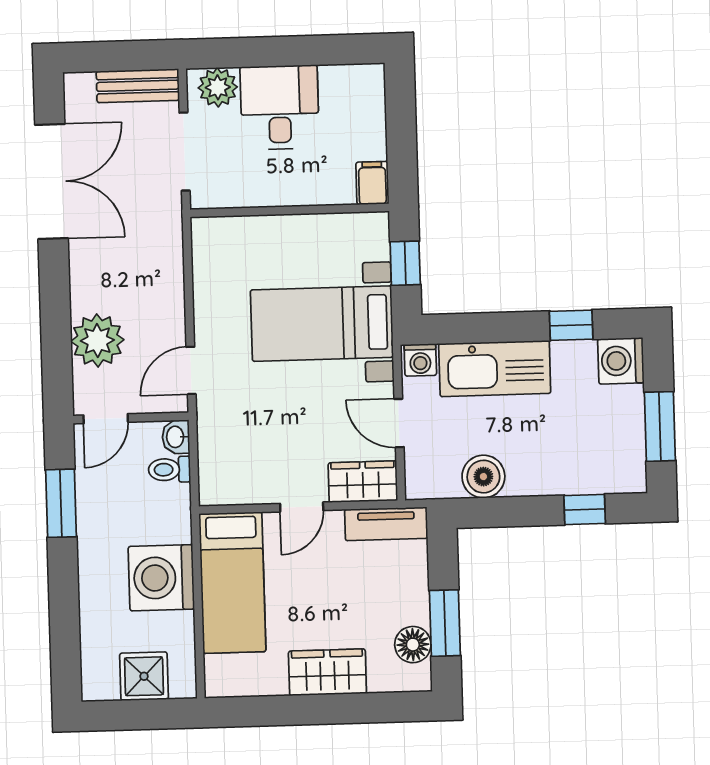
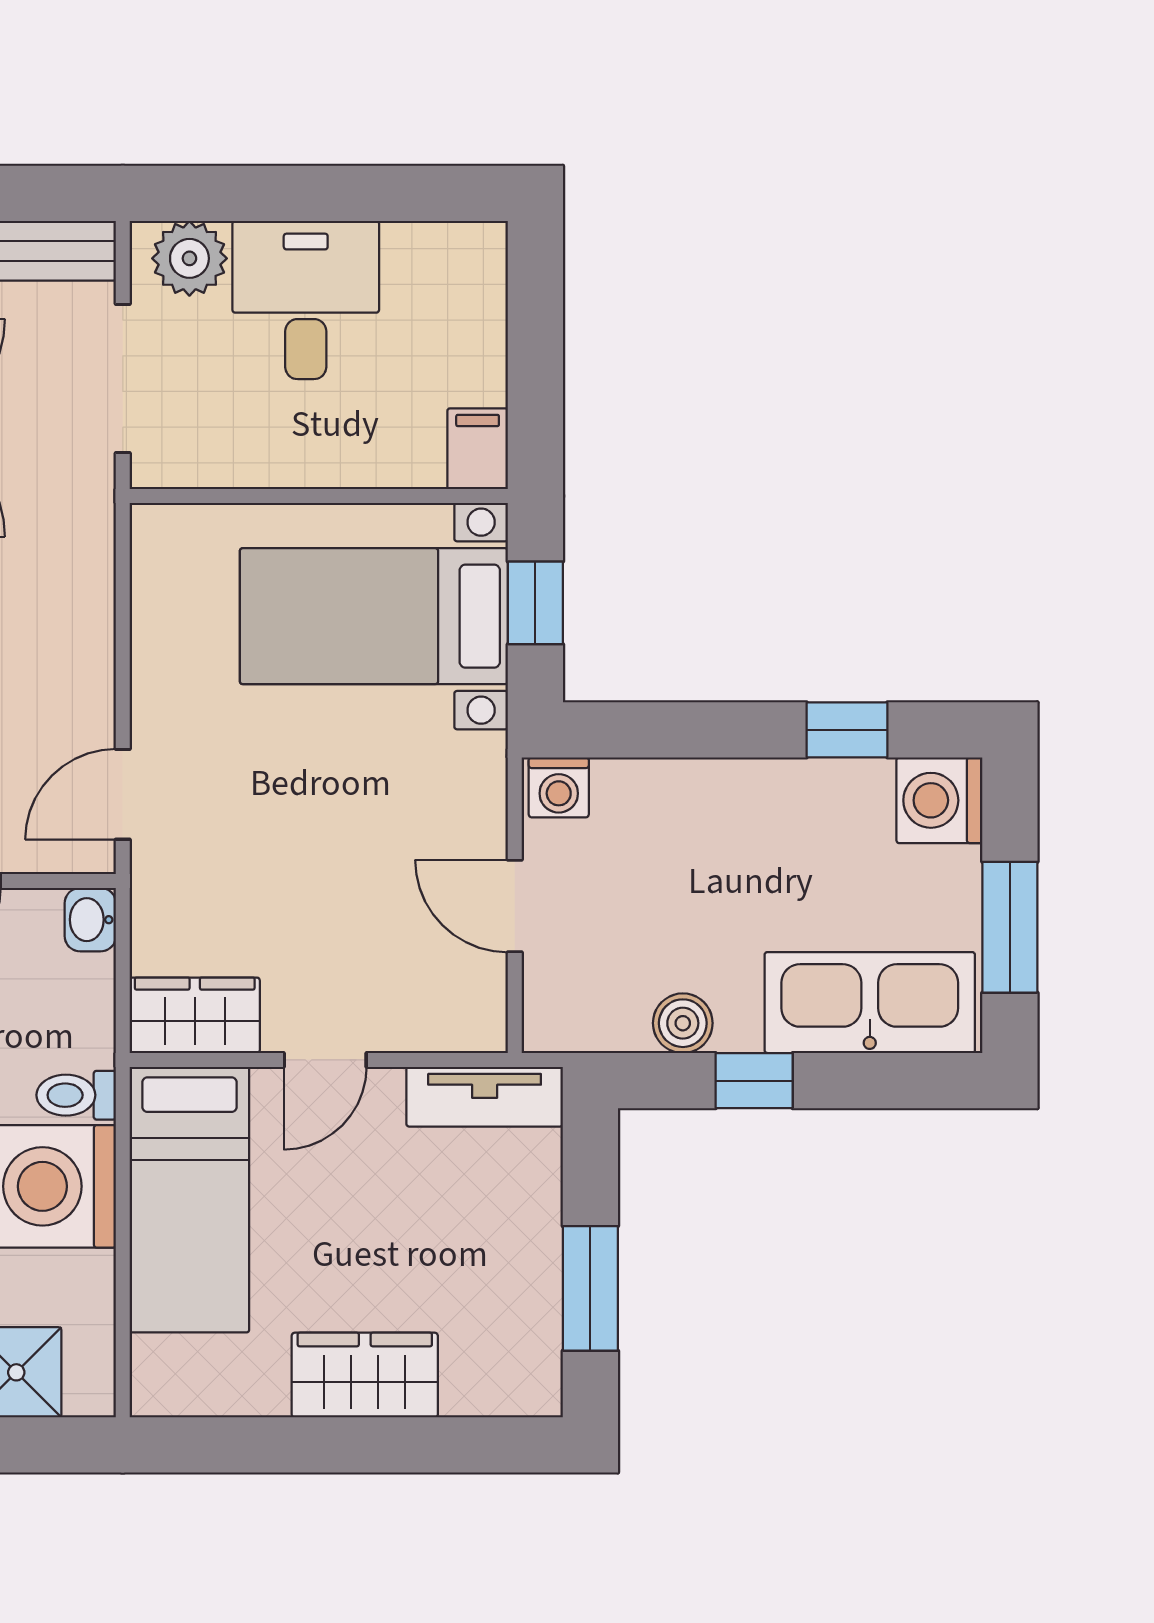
bed with nightstands: (322, 324) -> (374, 616), moved
kitchen sink: (495, 369) -> (870, 1003), moved, turned 180
toilet: (169, 470) -> (76, 1095), moved
boiler: (483, 477) -> (683, 1023), width x0.73, depth x0.73
wardrobe: (363, 482) -> (195, 1015), moved
window: (585, 509) -> (754, 1081), moved
floor lamp: (413, 645) -> (528, 1327), removed

